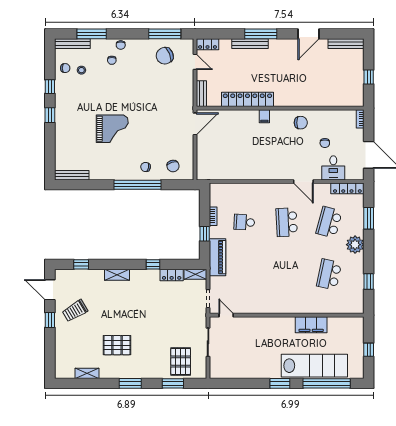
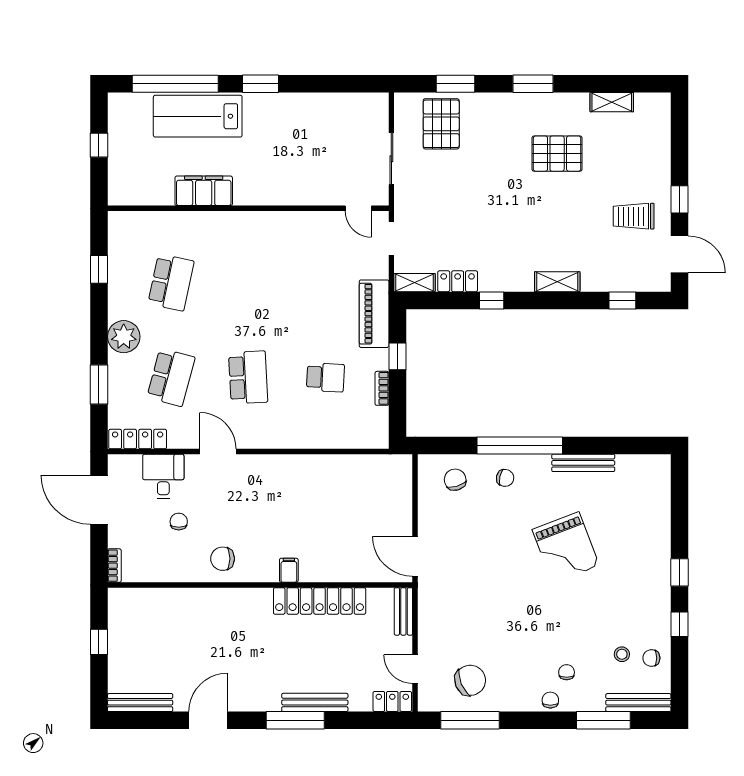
door: (195, 124) -> (415, 556), hinge flipped
grand piano: (112, 129) -> (566, 548), turned -111
bench: (72, 175) -> (583, 463), moved
trolley: (75, 311) -> (634, 216), turned -149
lab bench: (314, 366) -> (198, 116), width x0.73

